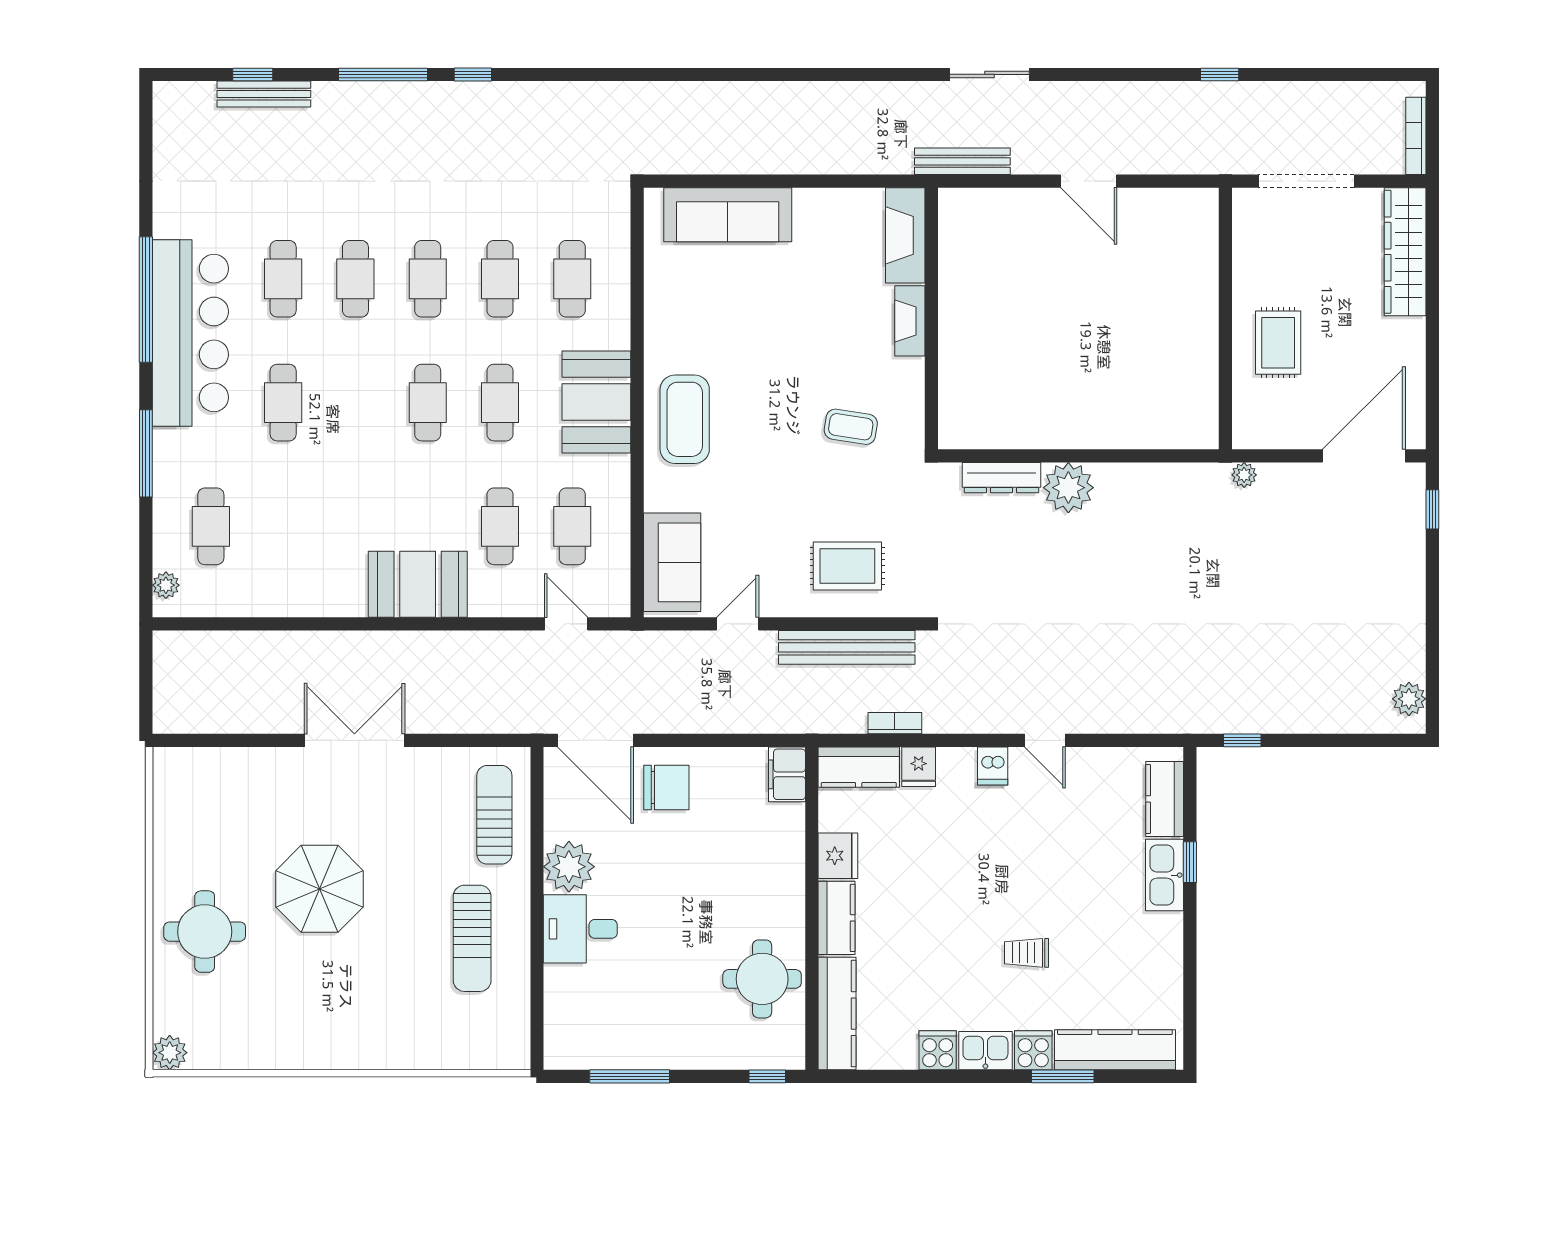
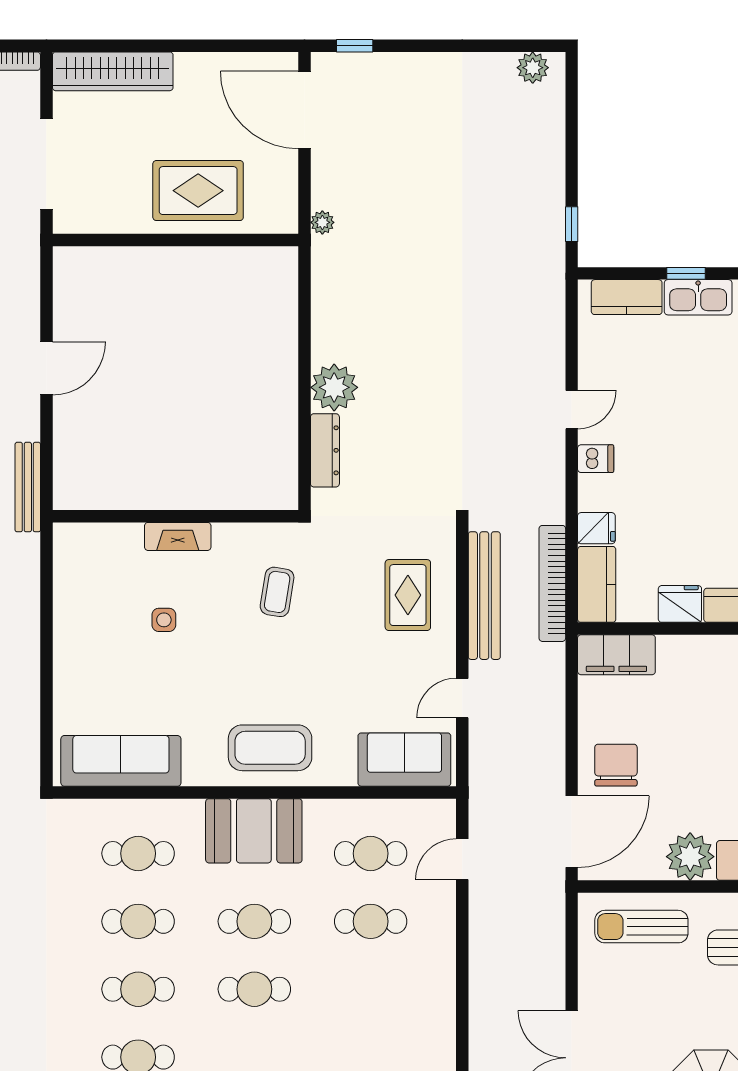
sofa: (728, 215) -> (121, 761), moved, turned -90
fireplace: (905, 235) -> (97, 541), removed
side table: (821, 306) -> (164, 620), added
rug: (1278, 343) -> (198, 191), width x1.36, depth x1.43
booth: (418, 584) -> (425, 999), removed
door: (738, 624) -> (462, 698), hinge flipped
bookcase: (895, 723) -> (552, 583), width x2.31, depth x1.31
filing cabinet: (787, 774) -> (616, 655), width x1.50, depth x1.17

